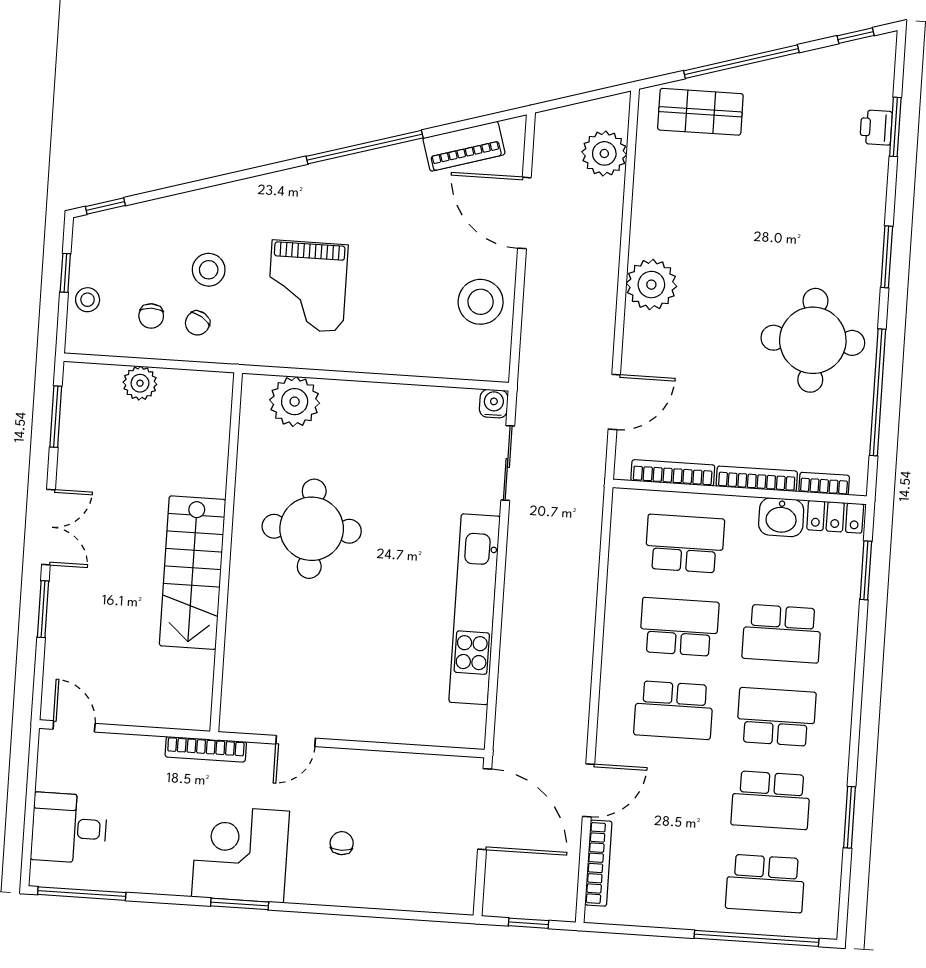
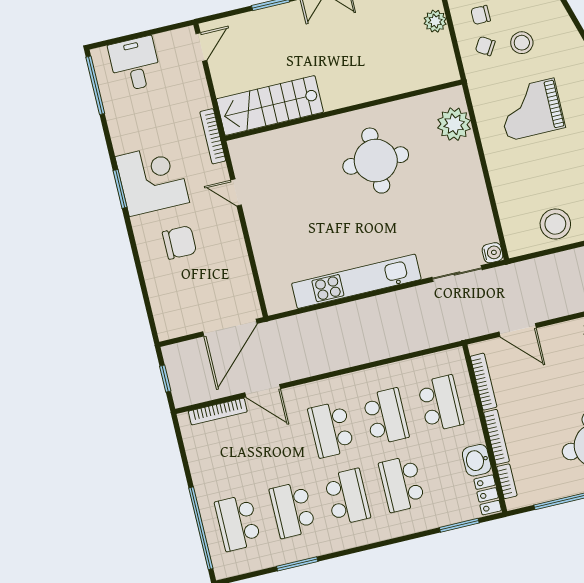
stairs: (193, 573) -> (270, 105), moved
chair: (342, 843) -> (179, 242), width x1.87, depth x1.87

